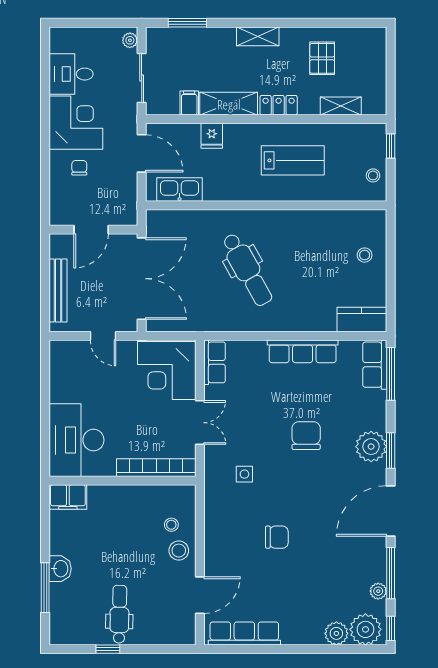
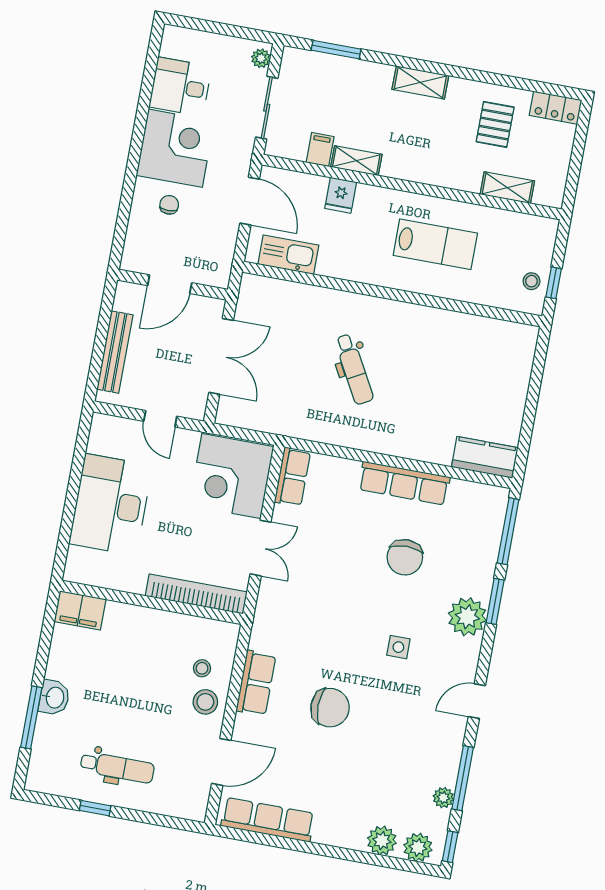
shelving: (229, 104) -> (356, 161), width x0.67, depth x0.75
locker: (279, 105) -> (556, 108), moved, turned 180
window: (391, 146) -> (554, 283), moved
stool: (365, 255) -> (503, 378), removed
dental chair: (247, 270) -> (354, 369), width x0.73, depth x0.72
double door: (142, 279) -> (221, 356), width x0.73
row of seats: (375, 365) -> (256, 683), moved, turned 180
chair: (306, 436) -> (405, 557), moved, turned 180
desk: (77, 440) -> (111, 505), moved
window: (391, 451) -> (495, 601), moved
side table: (244, 474) -> (398, 647), moved
door: (391, 511) -> (477, 701), width x0.53
chair: (277, 537) -> (330, 708), width x1.37, depth x1.37
dental chair: (119, 614) -> (117, 767), turned 89
plant: (365, 629) -> (418, 847), width x0.73, depth x0.73

